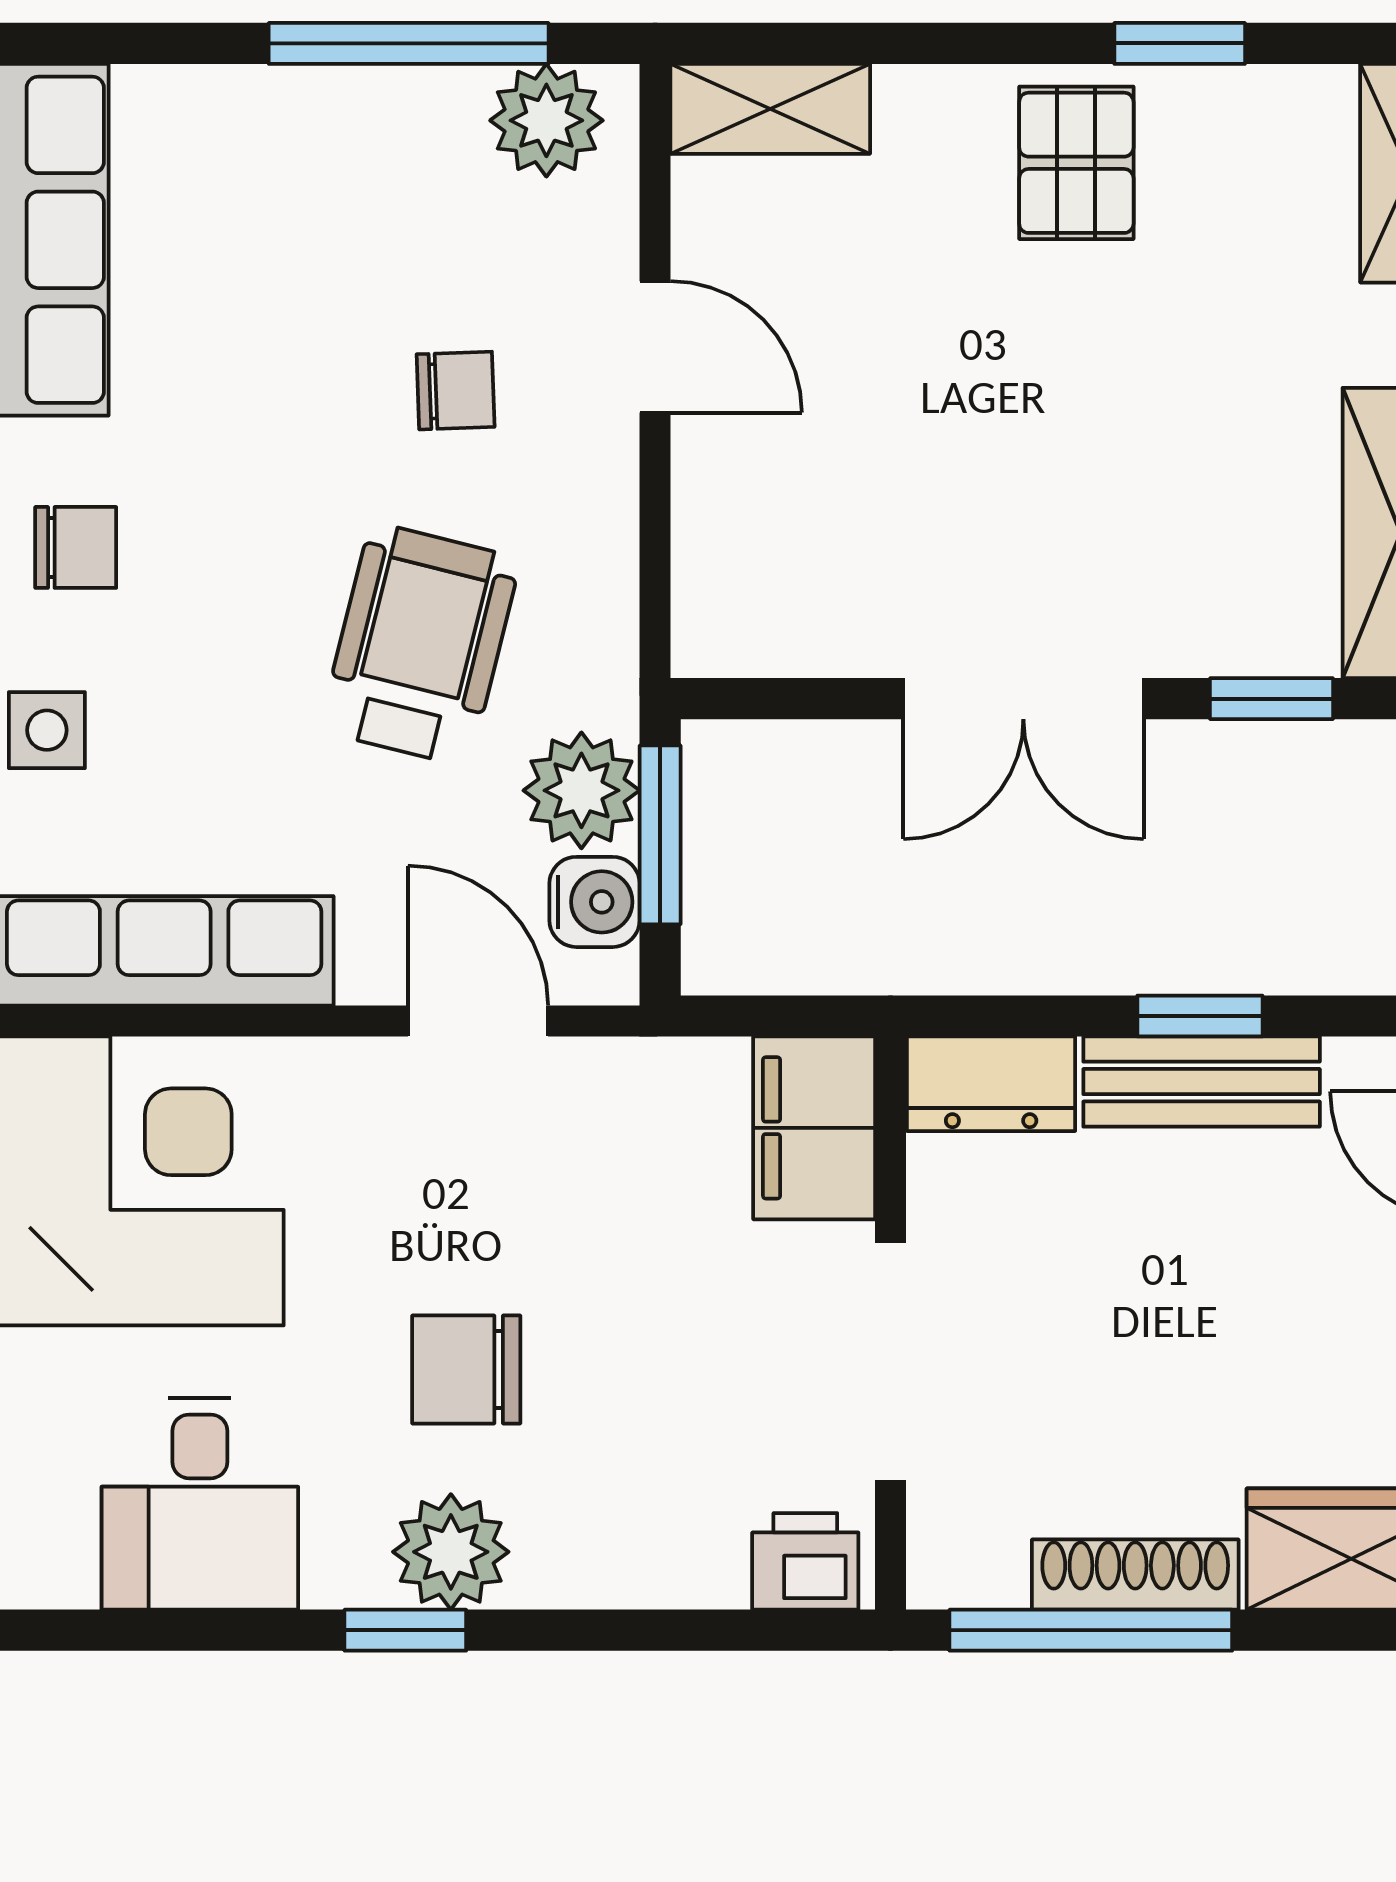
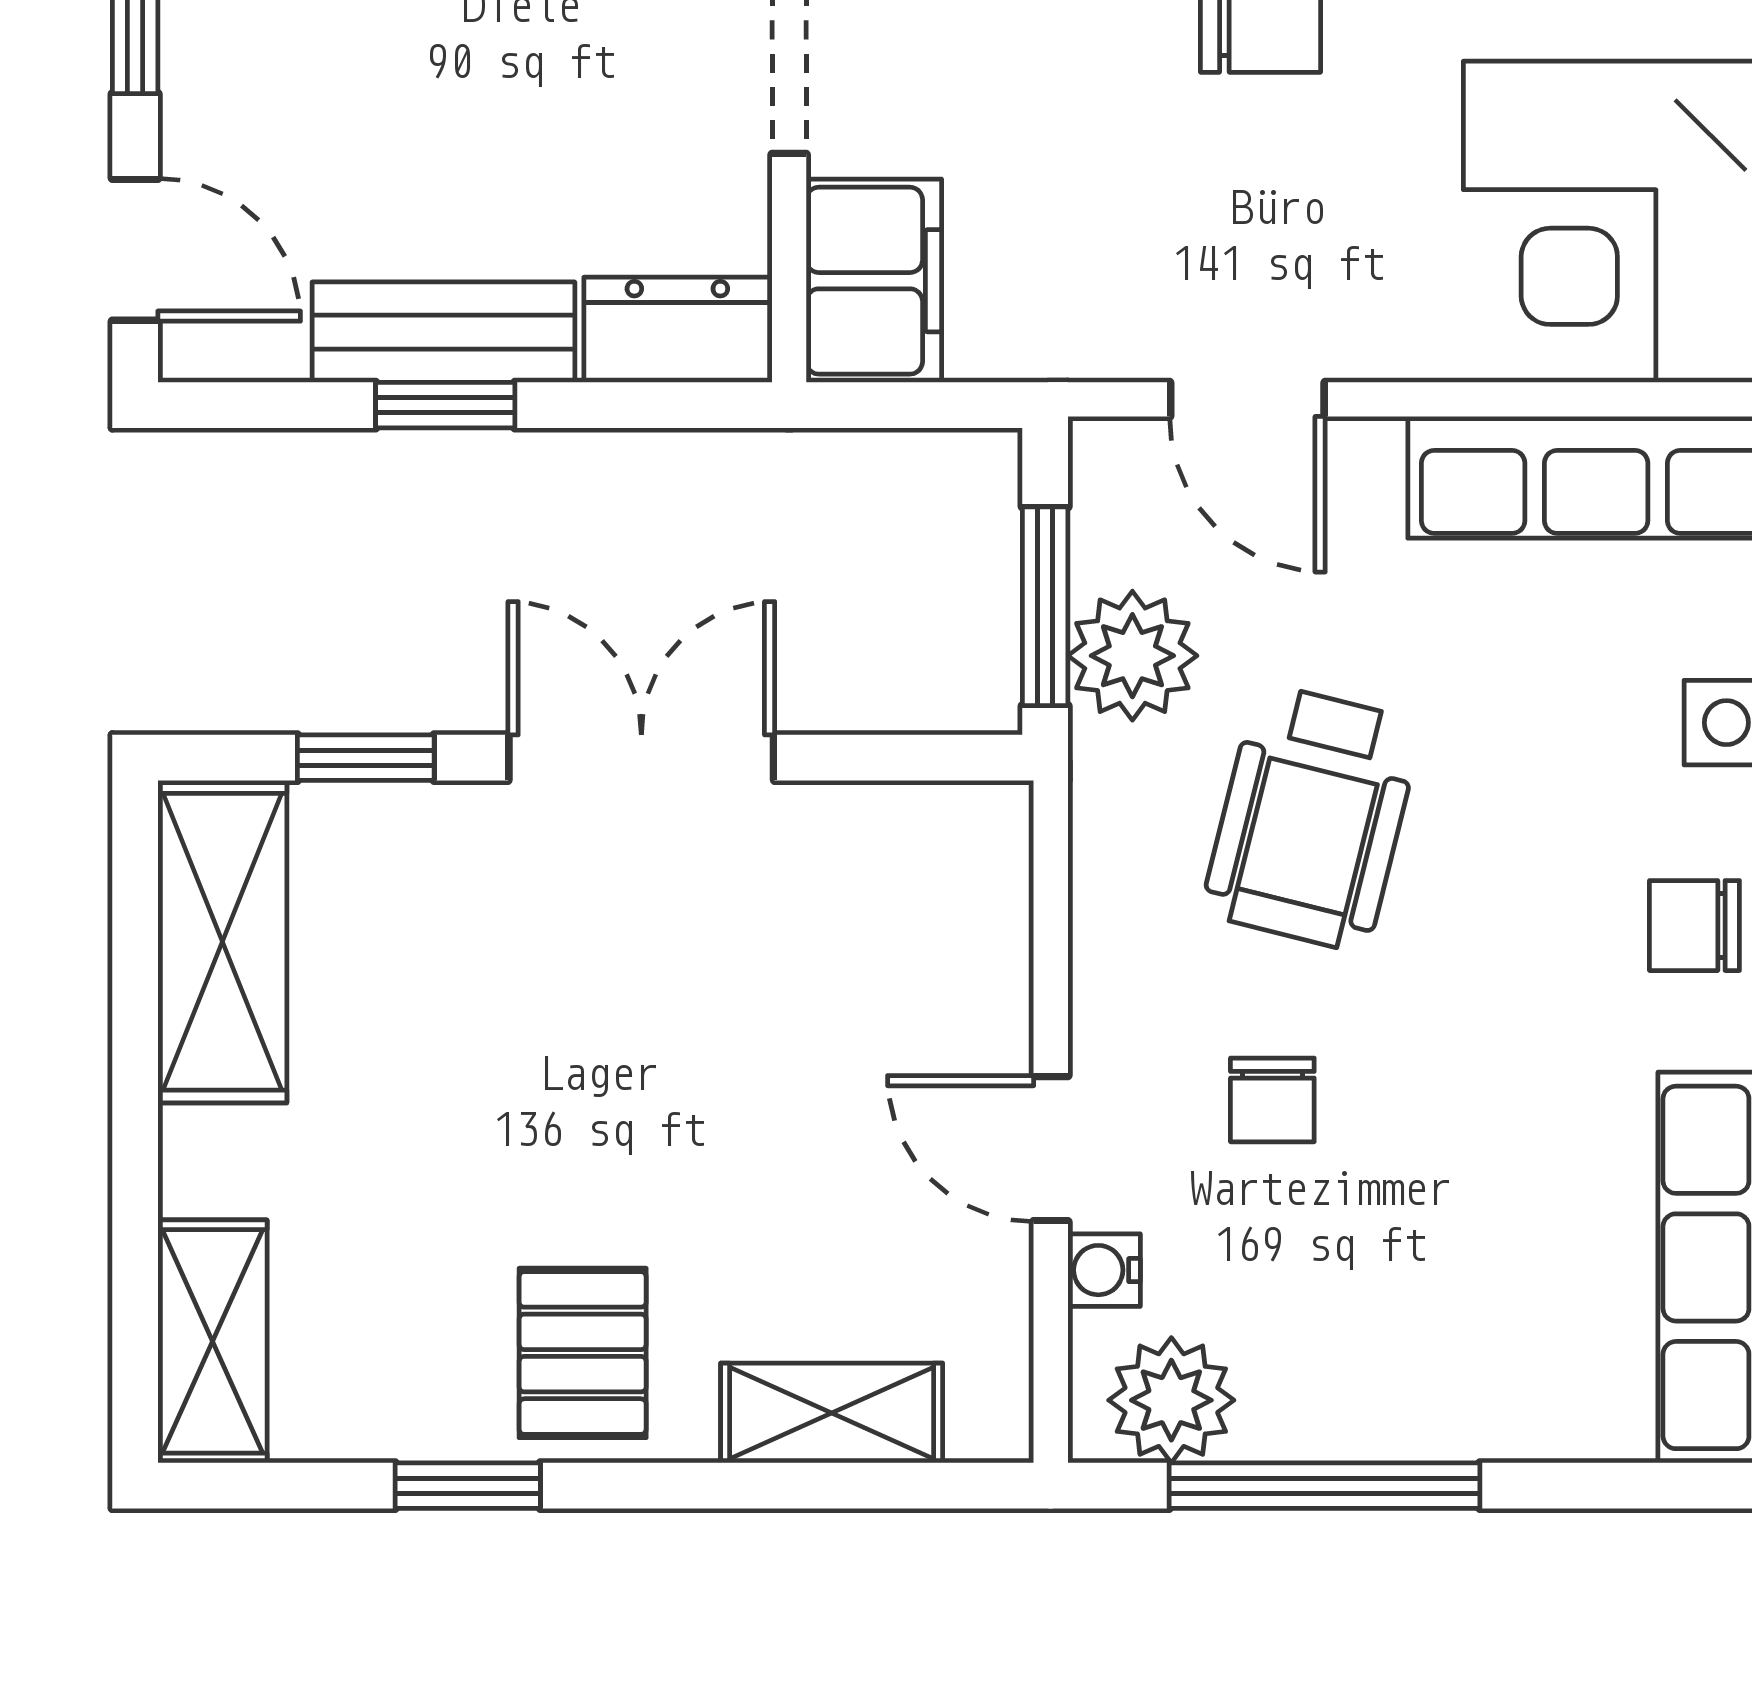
shelving: (770, 109) -> (832, 1413), moved
chair: (456, 391) -> (1272, 1100), turned -88
water cooler: (595, 902) -> (1104, 1270), moved, width x0.72, depth x0.72

